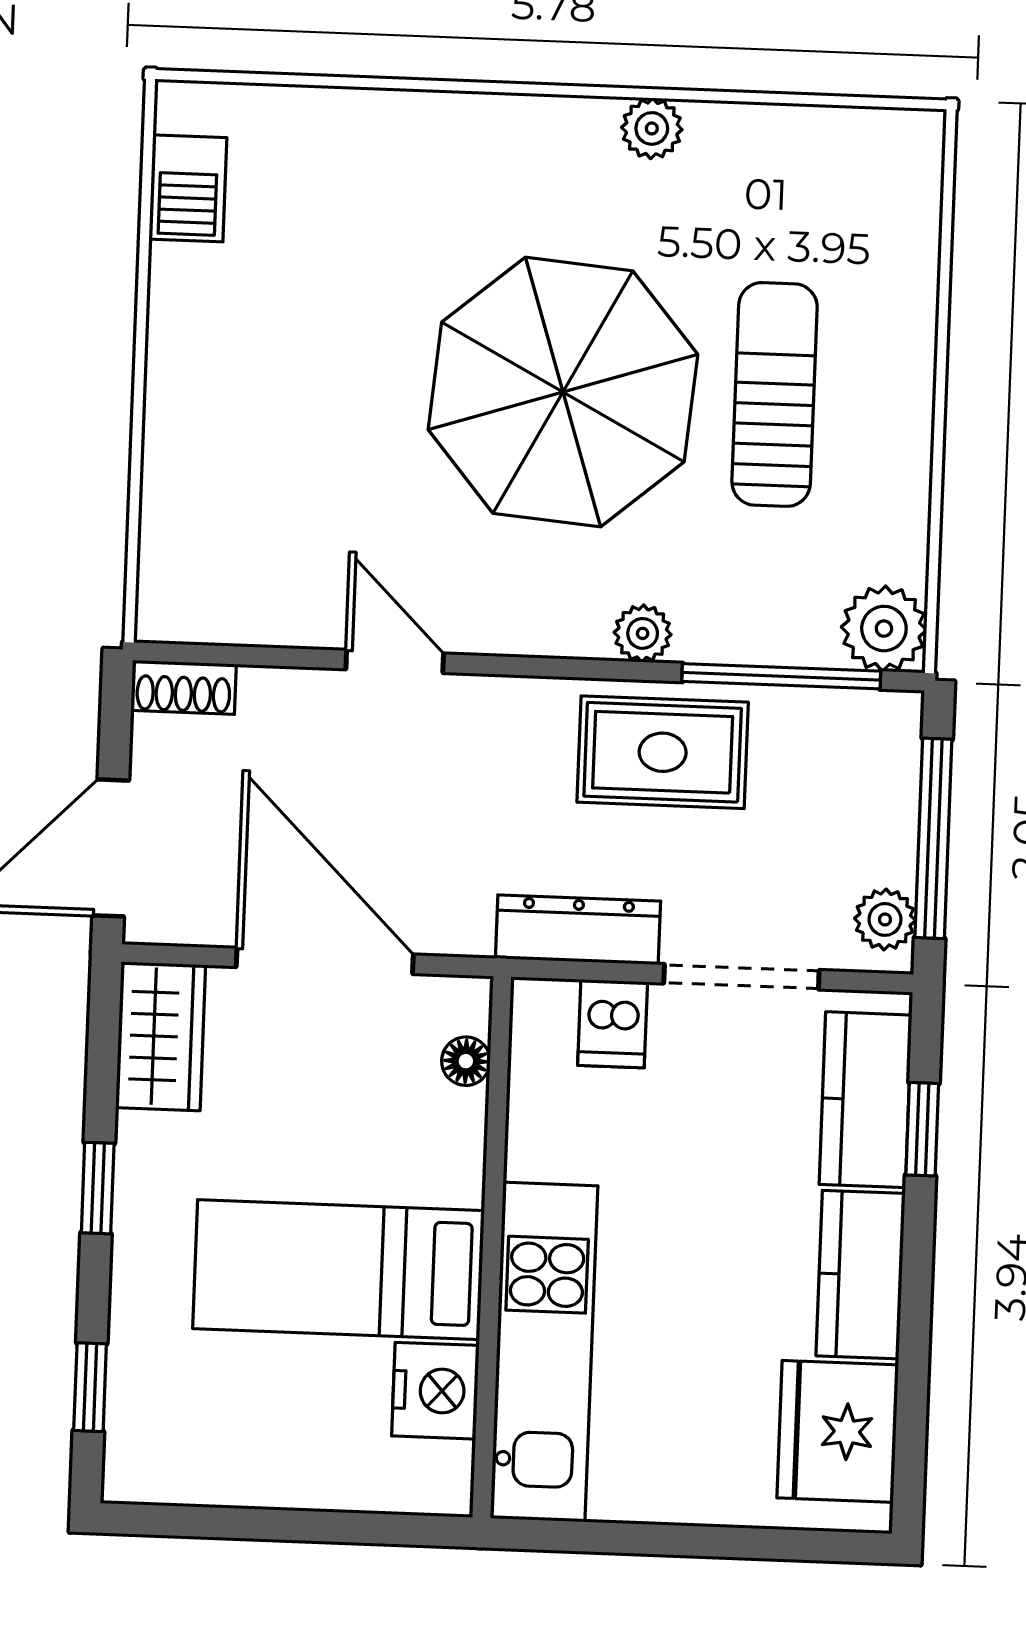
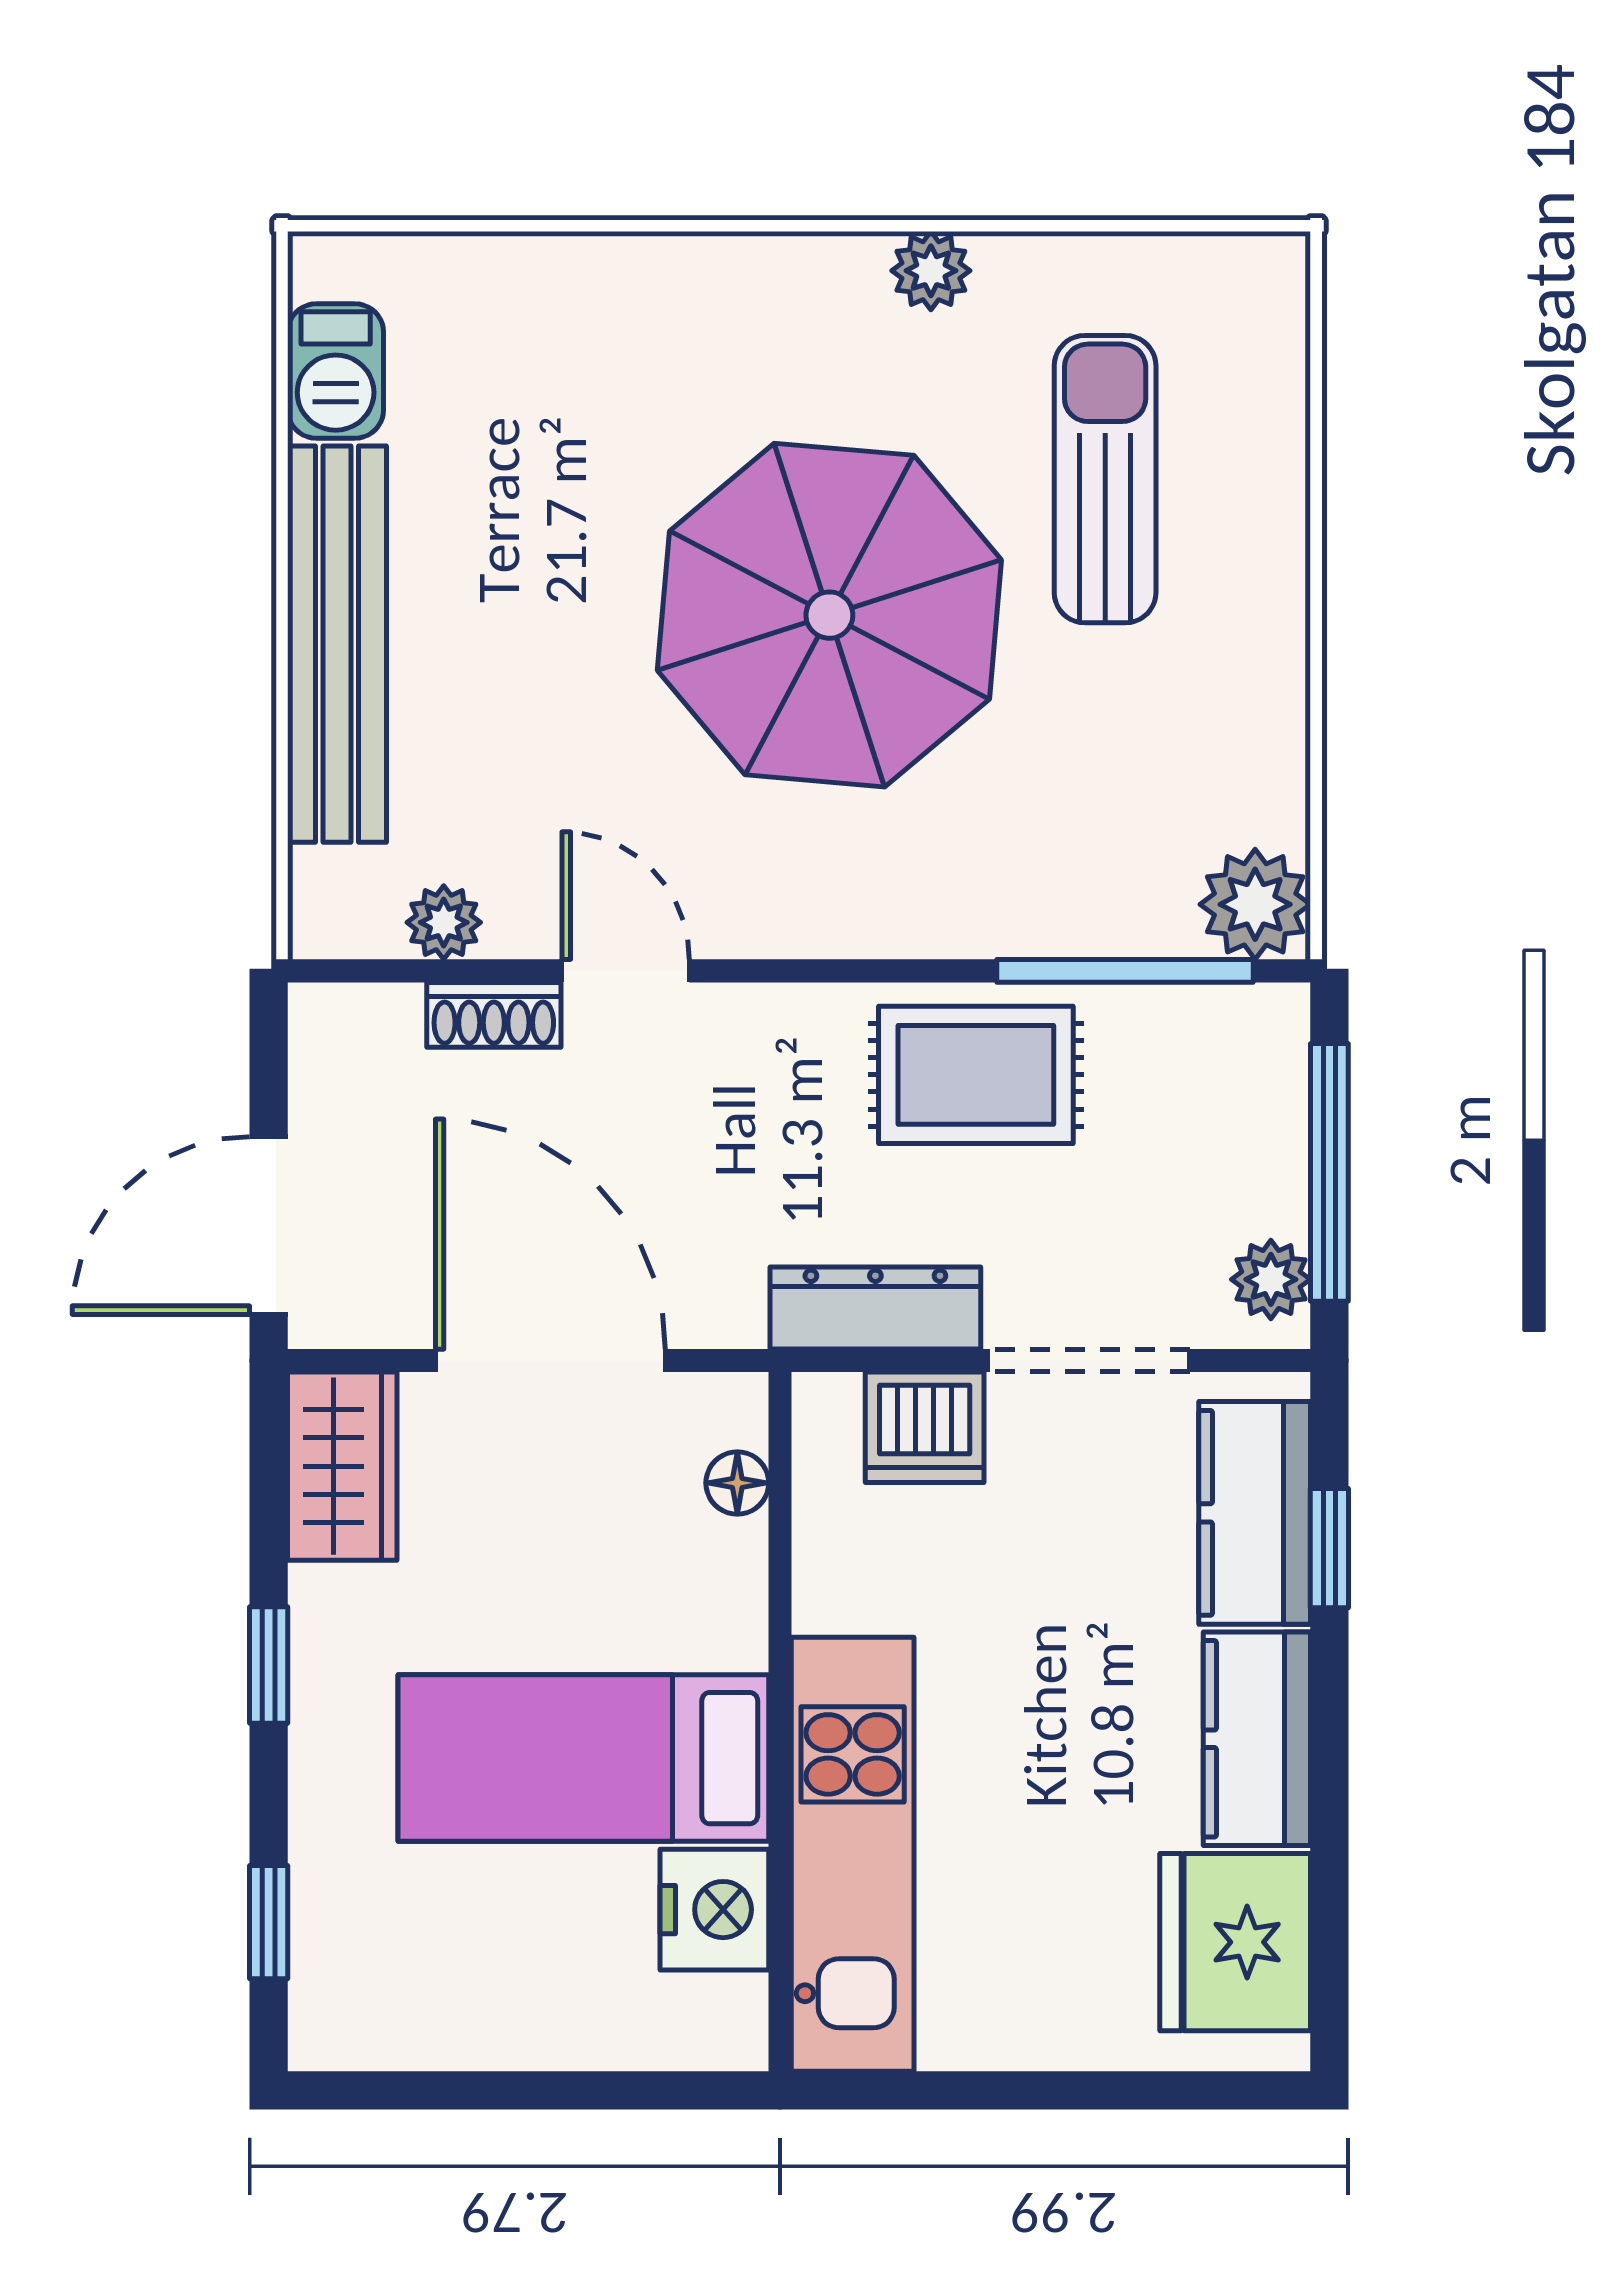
sun lounger: (775, 394) -> (1105, 479), moved
bench: (181, 400) -> (337, 644), added
plant: (643, 633) -> (444, 922), moved
shoe rack: (184, 687) -> (494, 1015), moved
dishwasher: (613, 1024) -> (925, 1427), width x1.38

